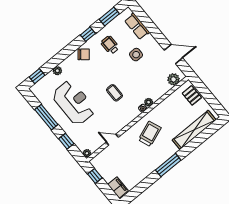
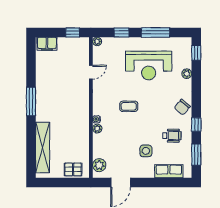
trolley: (150, 134) -> (70, 108), removed

